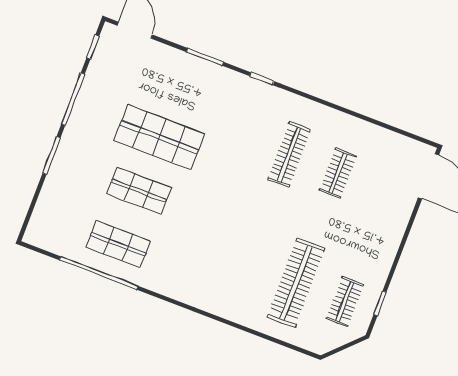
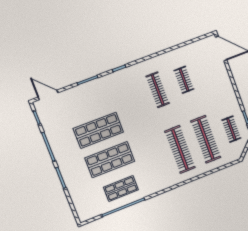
shop shelf: (139, 191) -> (110, 160), width x1.43, depth x1.36
clothes rail: (247, 264) -> (180, 149), added

